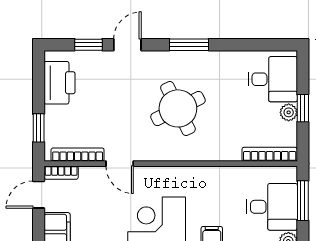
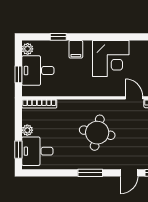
round table: (178, 108) -> (97, 133), turned 37
window: (303, 108) -> (18, 150), moved
window: (303, 201) -> (18, 74), width x0.67

